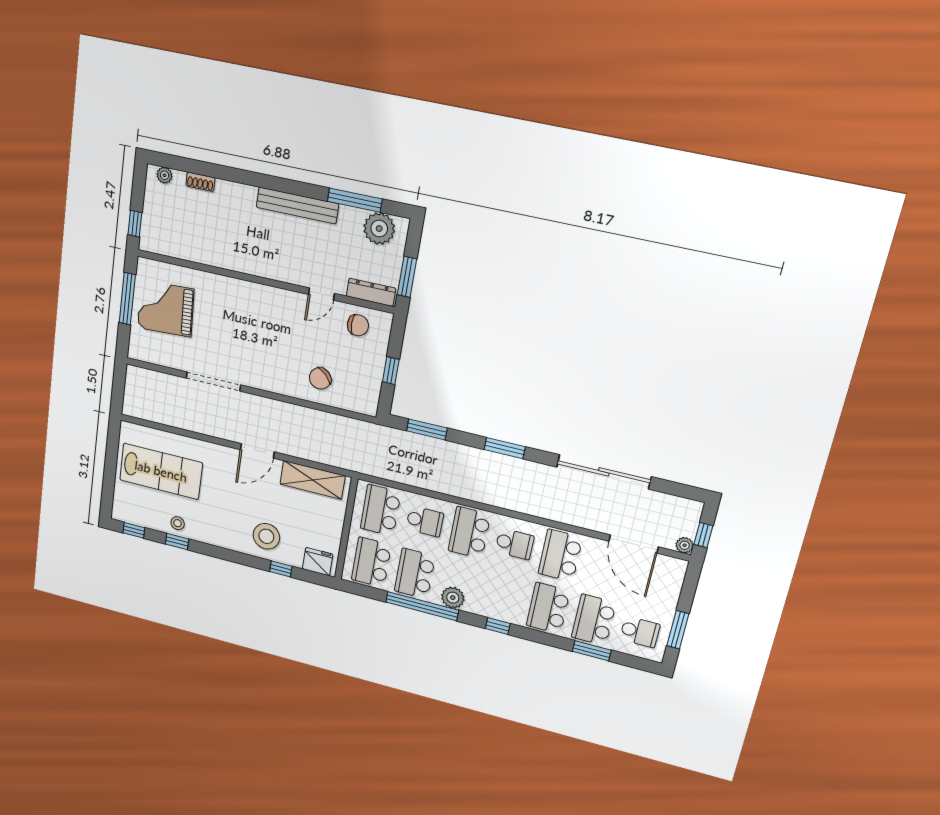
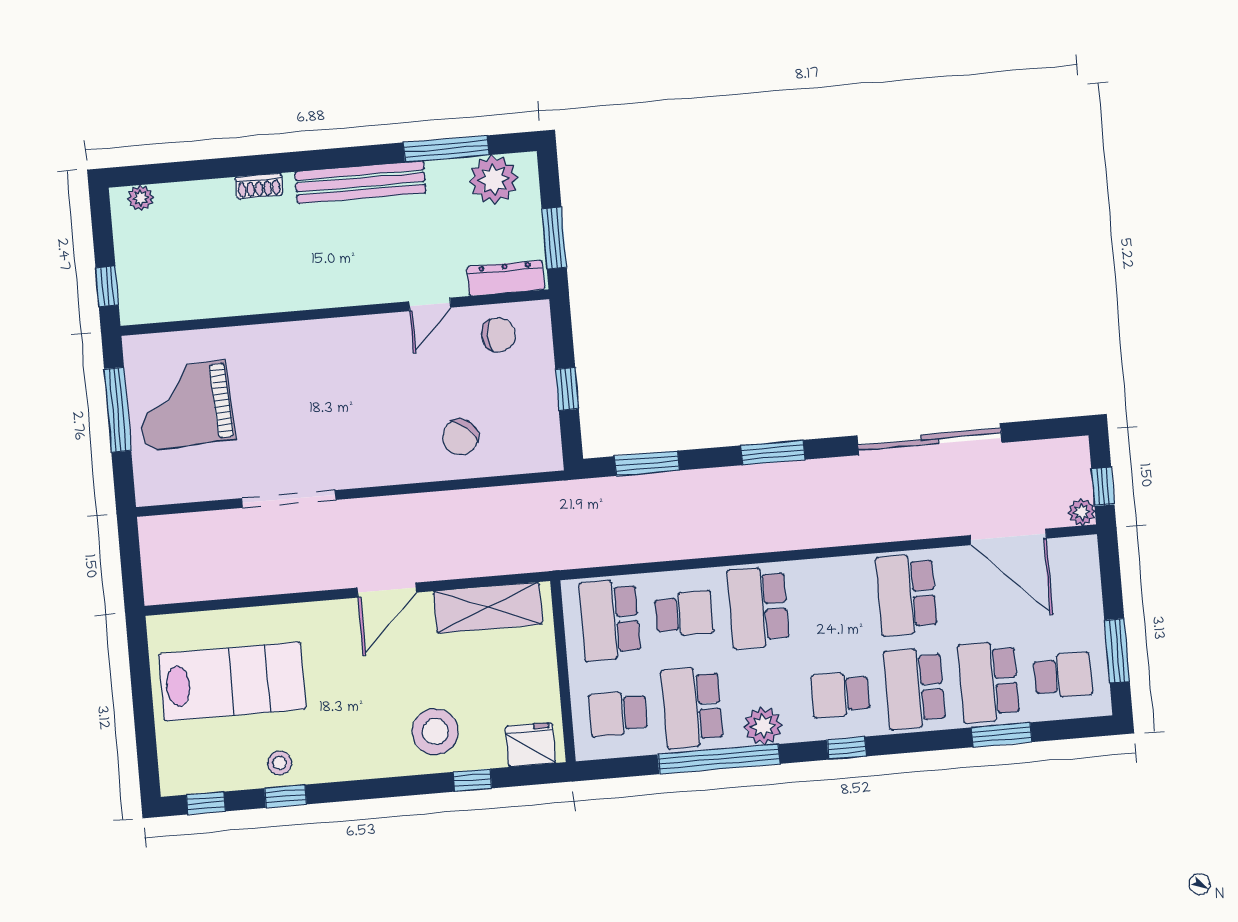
shoe rack: (200, 182) -> (259, 186), moved
school desk: (515, 544) -> (840, 695), moved, turned 180
school desk: (371, 562) -> (618, 714), width x0.54

